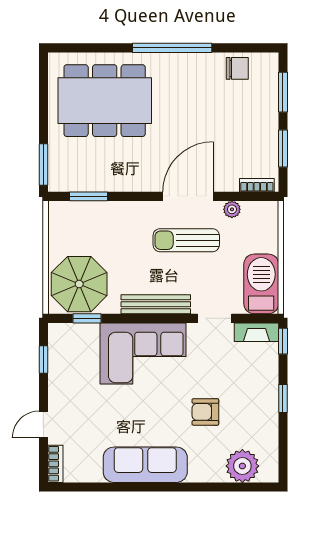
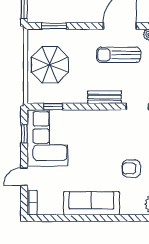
parasol: (79, 284) -> (50, 65), moved
bench: (156, 304) -> (105, 97), width x0.73
corner sofa: (143, 353) -> (47, 138), moved, turned -90

